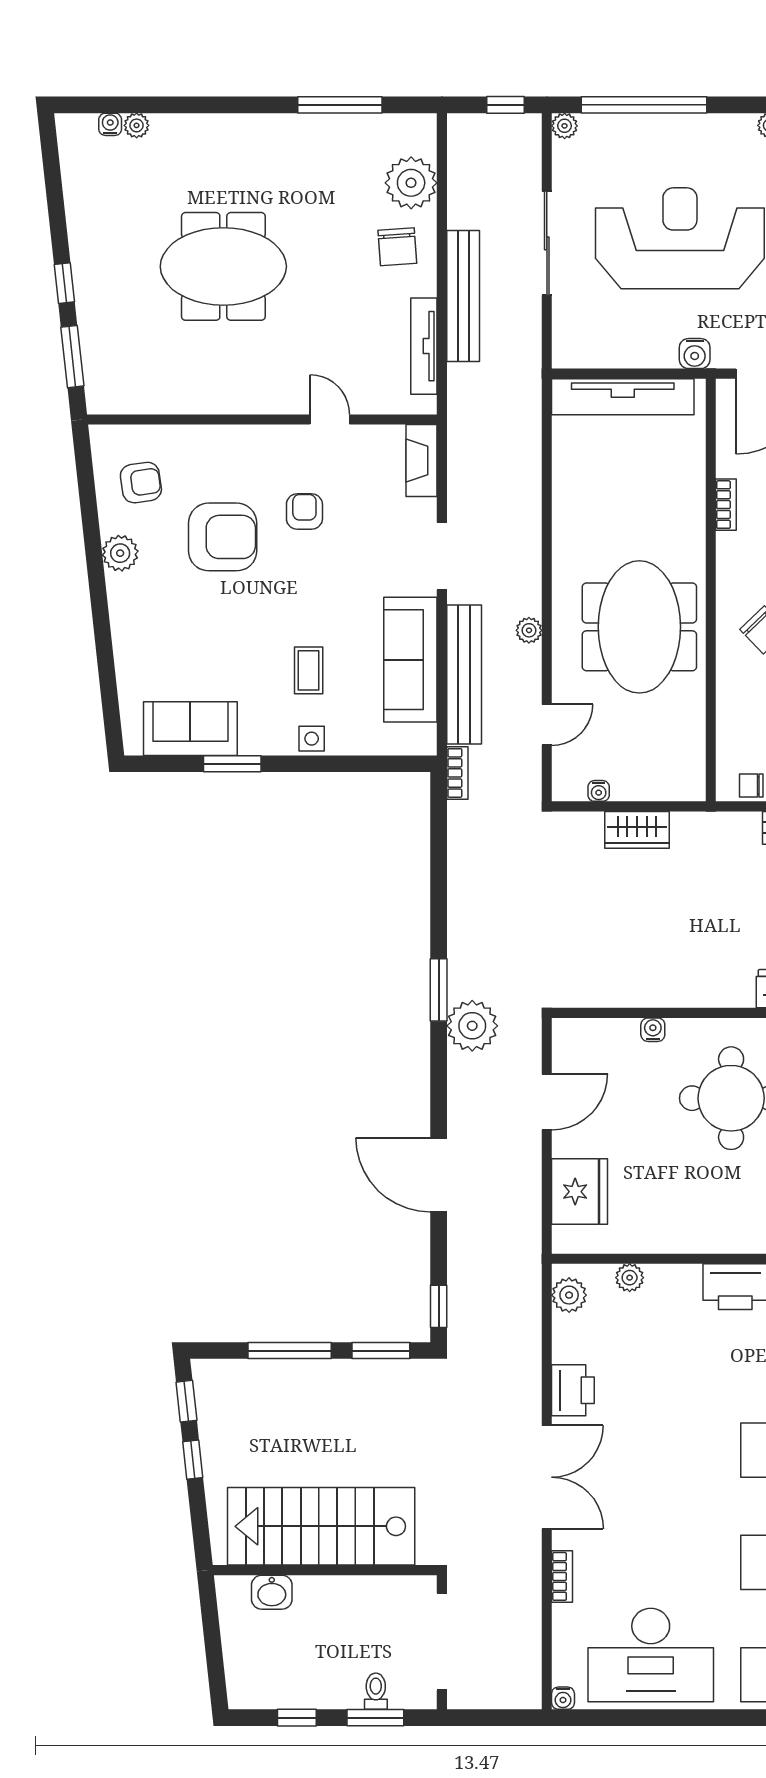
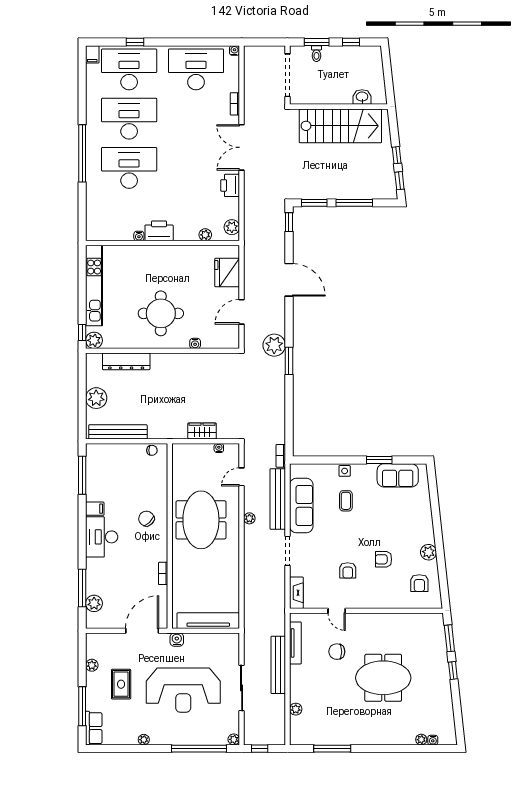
plant: (411, 183) -> (296, 709), width x0.53, depth x0.53
chair: (397, 247) -> (337, 652), moved, turned -86
armchair: (141, 483) -> (419, 583), turned -82
armchair: (223, 537) -> (384, 559), width x0.53, depth x0.53

